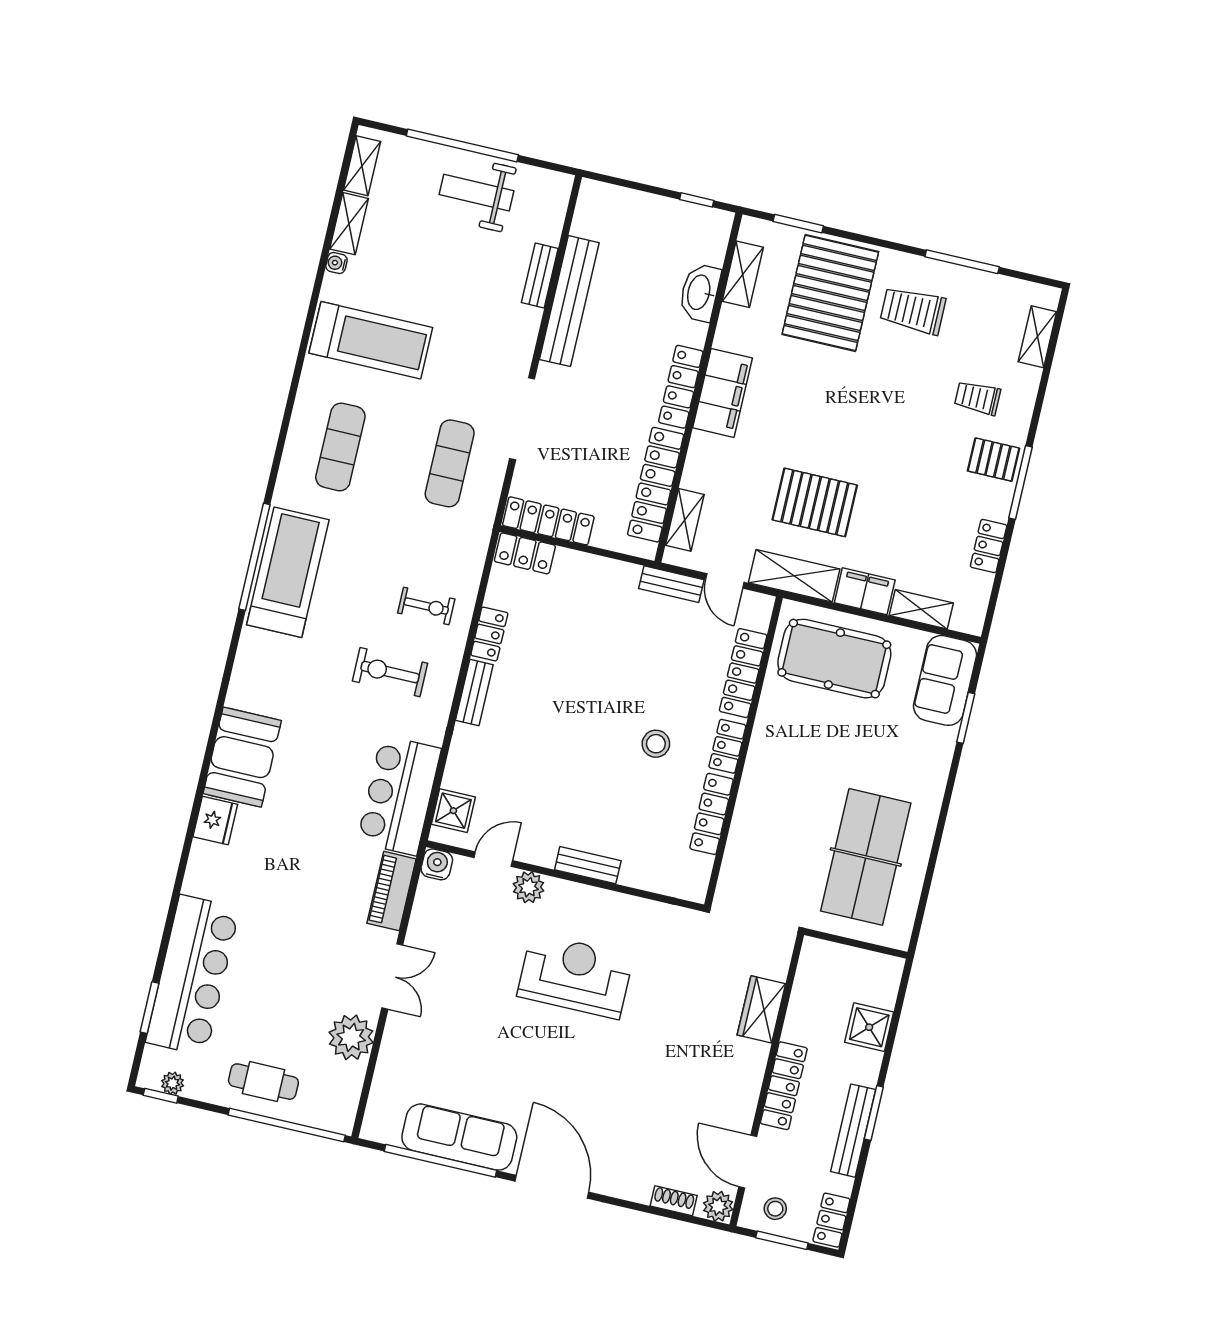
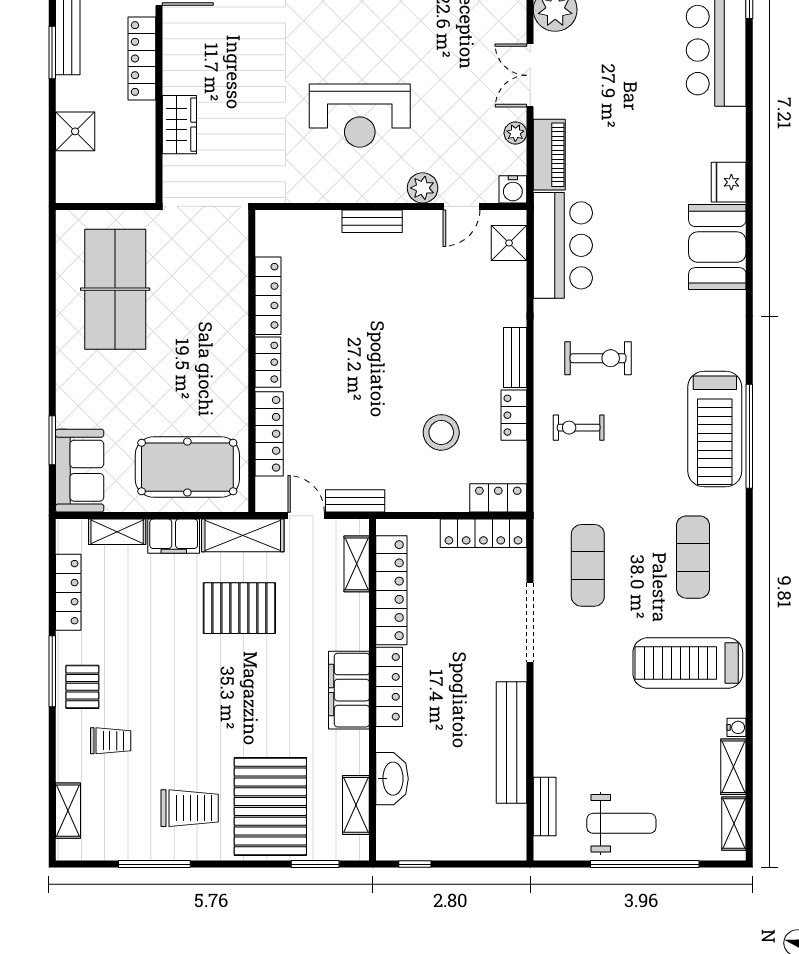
bench: (540, 276) -> (545, 806), moved
pallet: (994, 460) -> (82, 687), turned 90
locker: (989, 546) -> (68, 592), width x1.53
stool: (656, 744) -> (441, 432), moved, width x1.38, depth x1.38
plant: (421, 921) -> (515, 133), added

